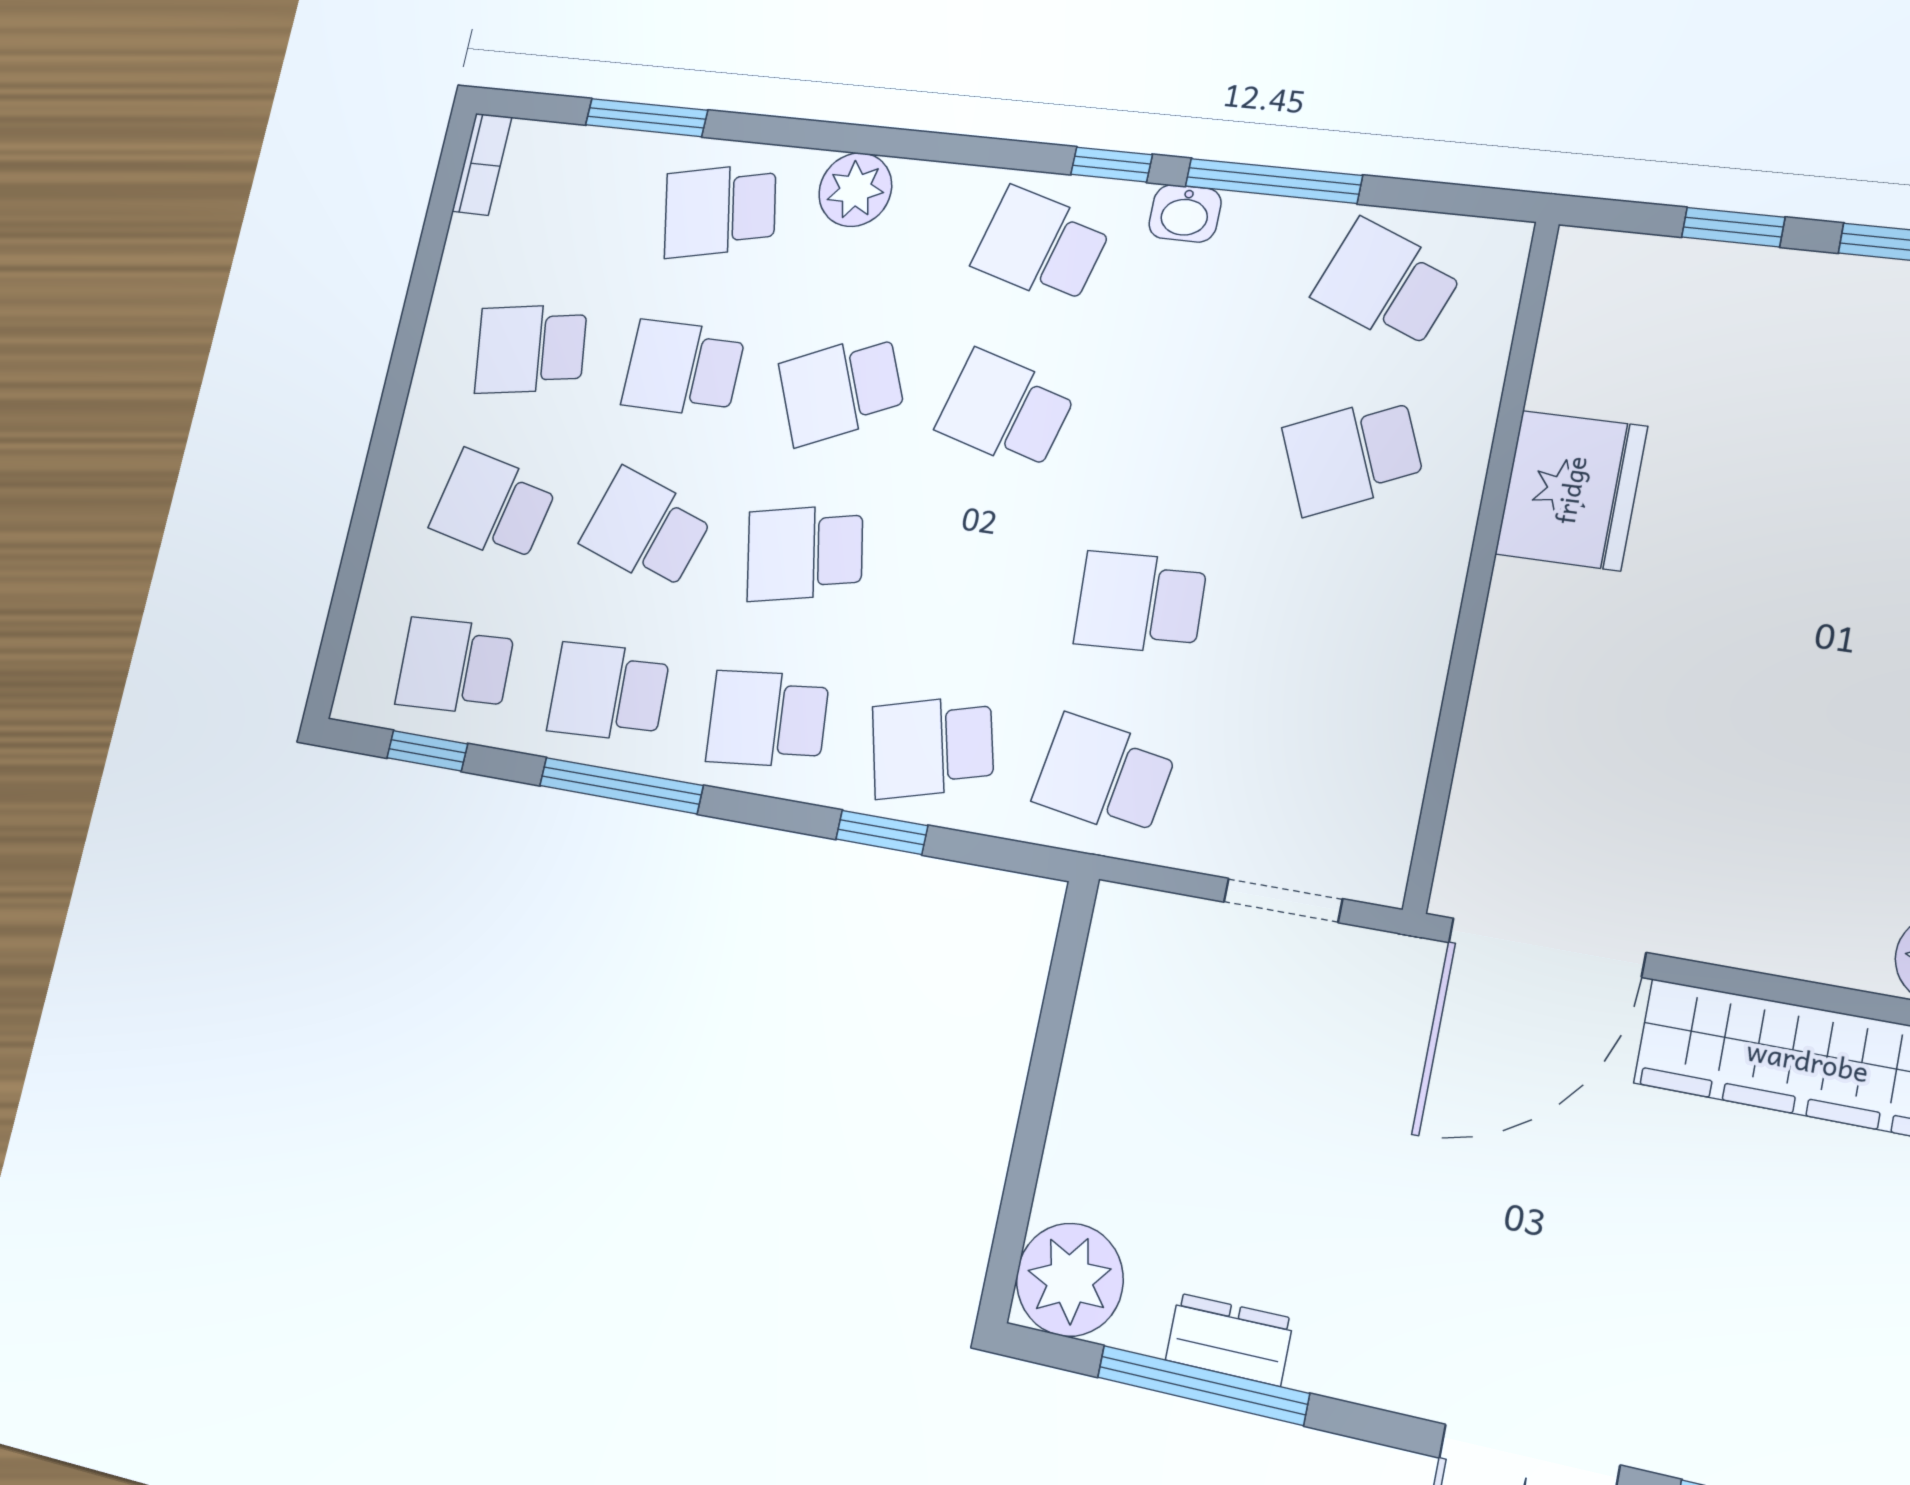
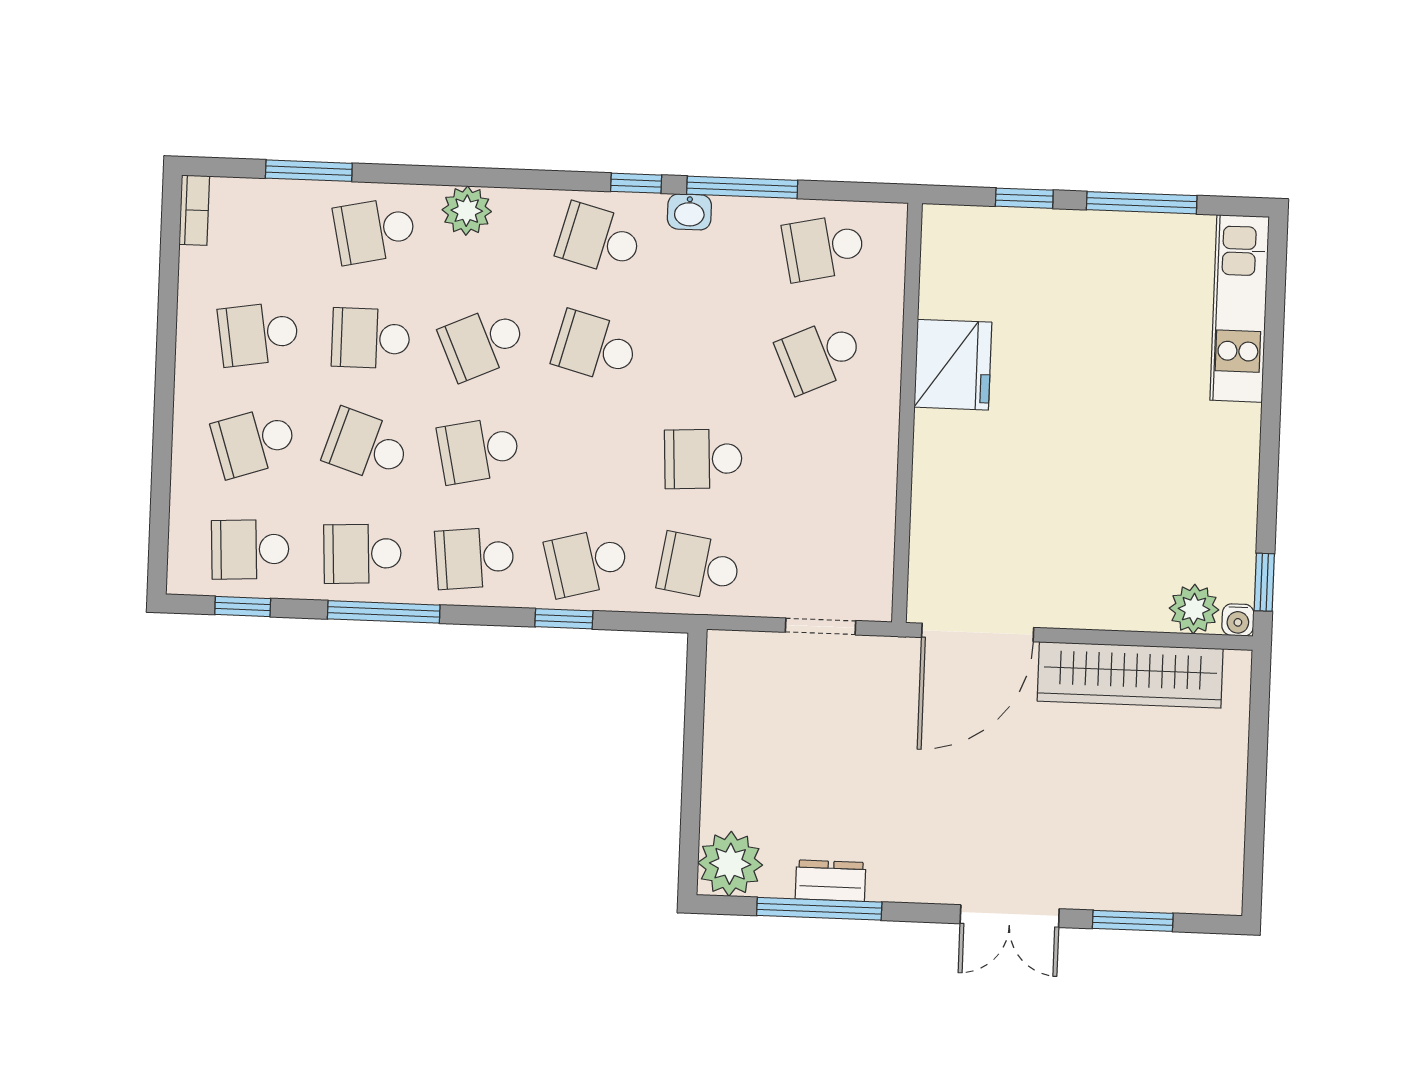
school desk: (1387, 284) -> (824, 248), turned -33
school desk: (493, 506) -> (254, 442), turned -30

